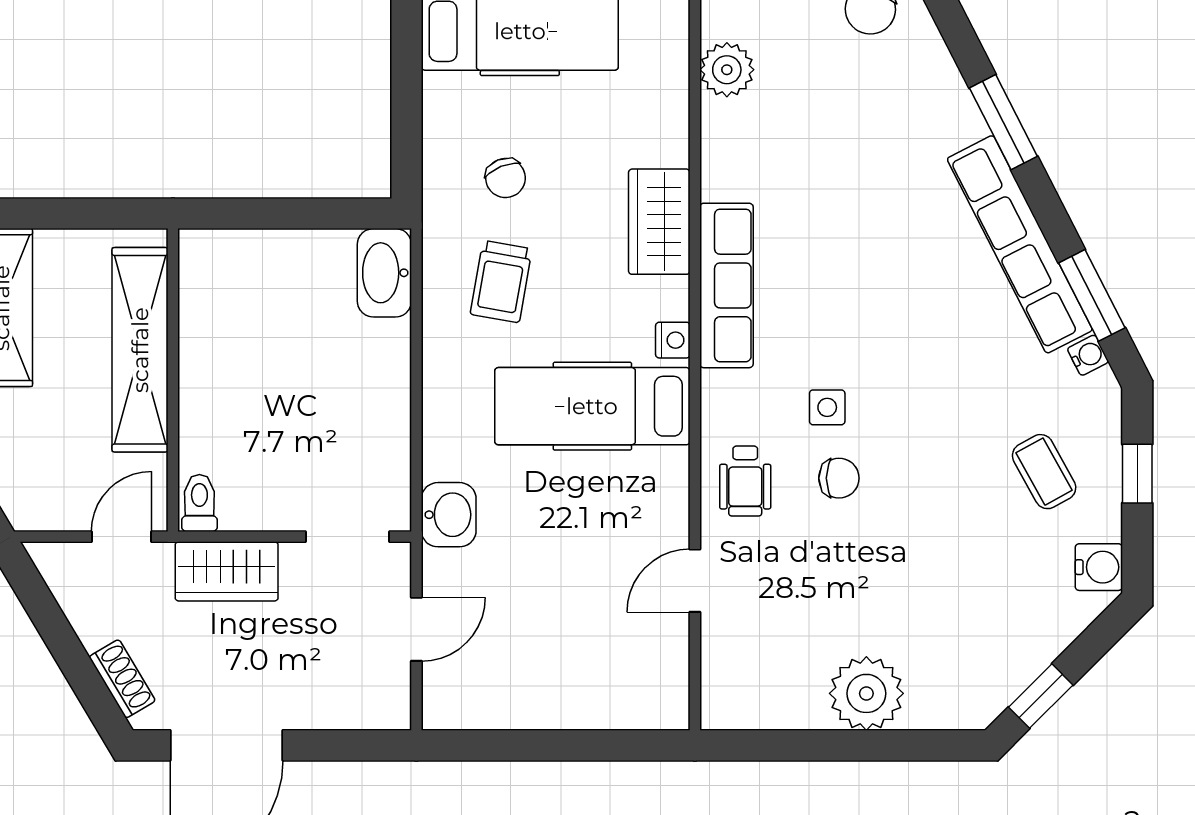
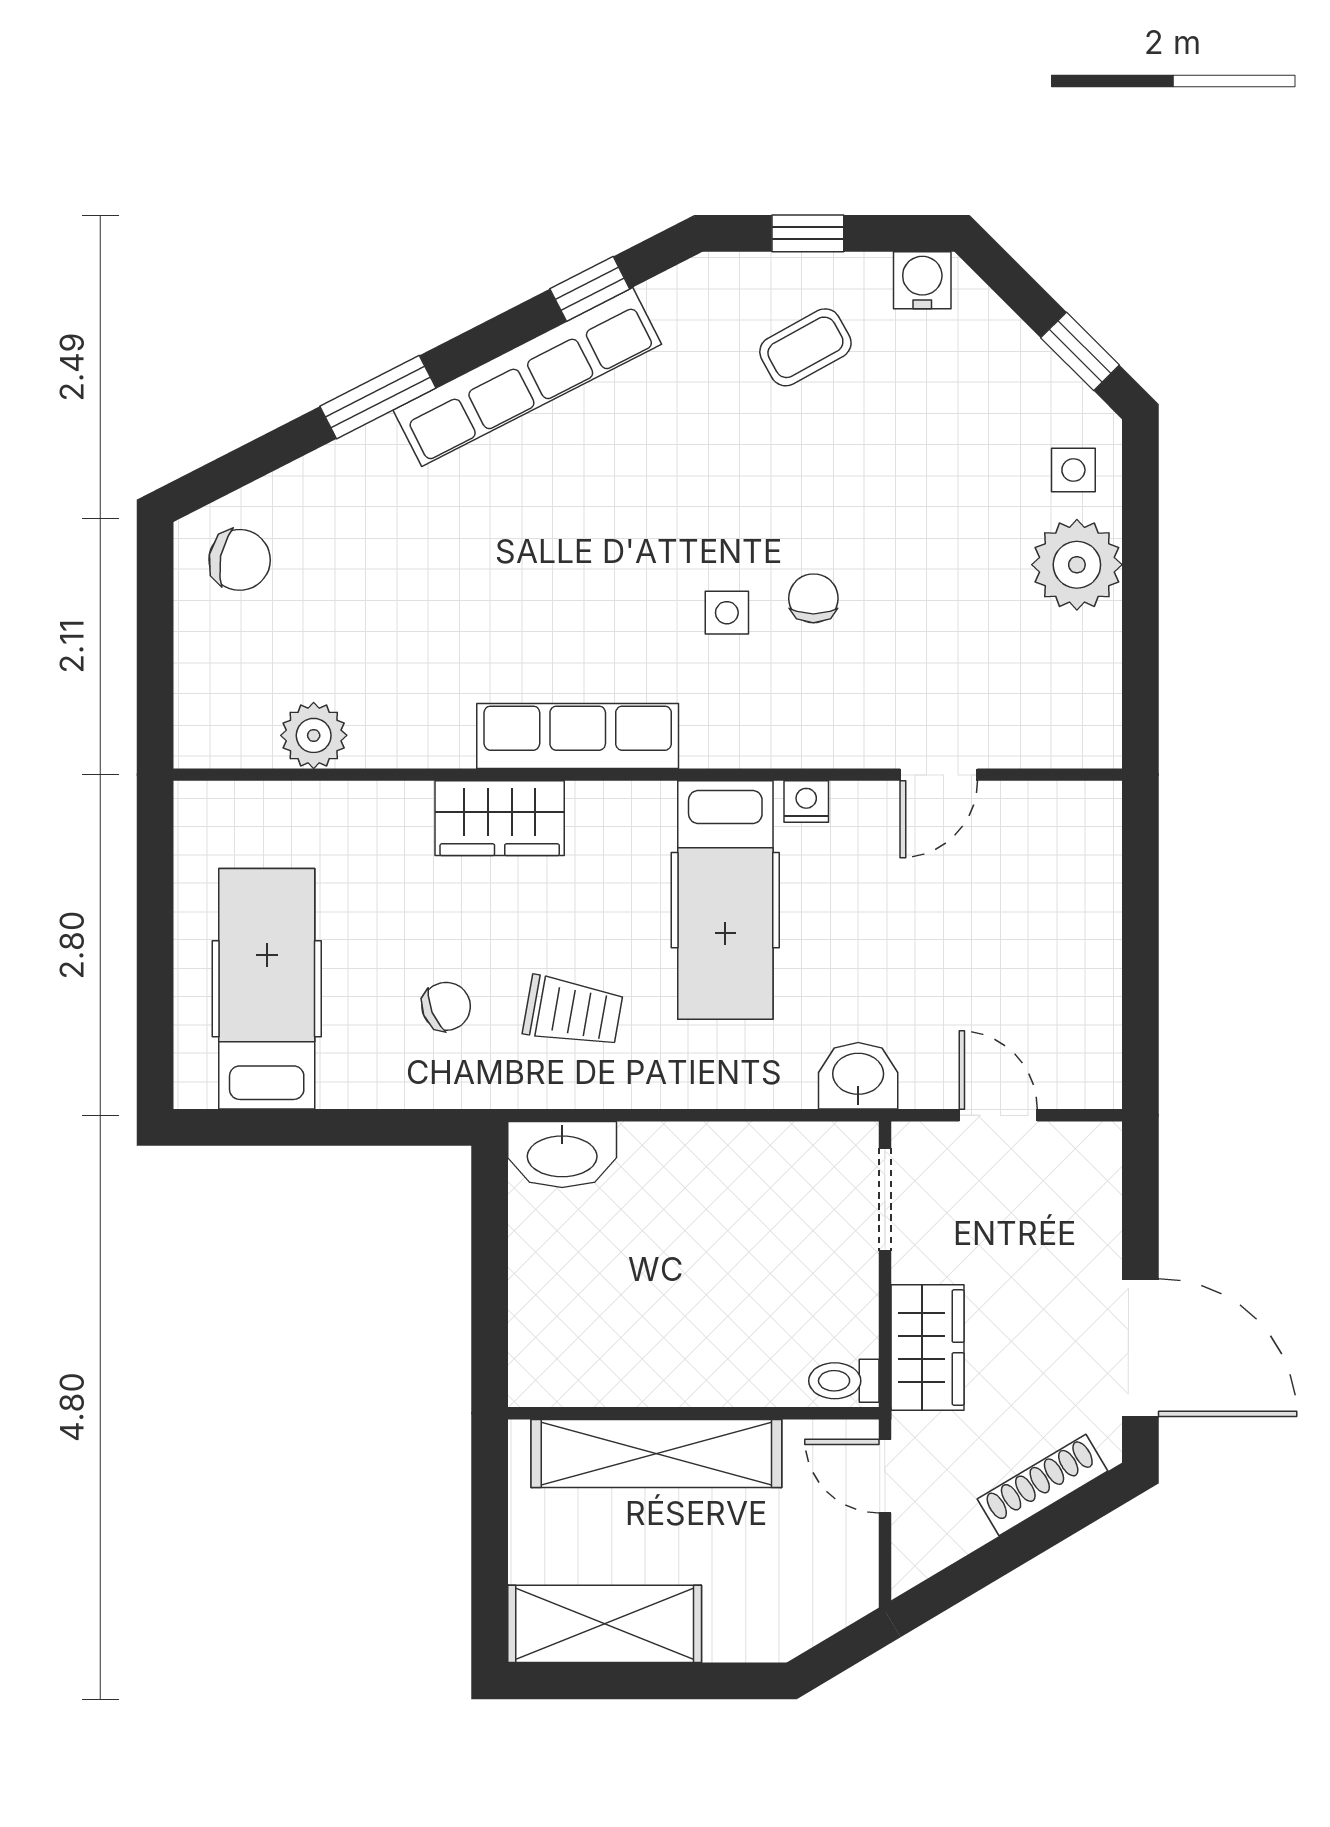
window: (1092, 295) -> (590, 289), width x0.67
nightstand: (673, 340) -> (806, 802), moved
water cooler: (1088, 355) -> (663, 294), removed
wheelchair: (745, 481) -> (817, 713), removed
door: (695, 581) -> (939, 775), hinge flipped
shoe rack: (122, 679) -> (1043, 1485), width x1.43
side table: (944, 691) -> (1073, 470), added

